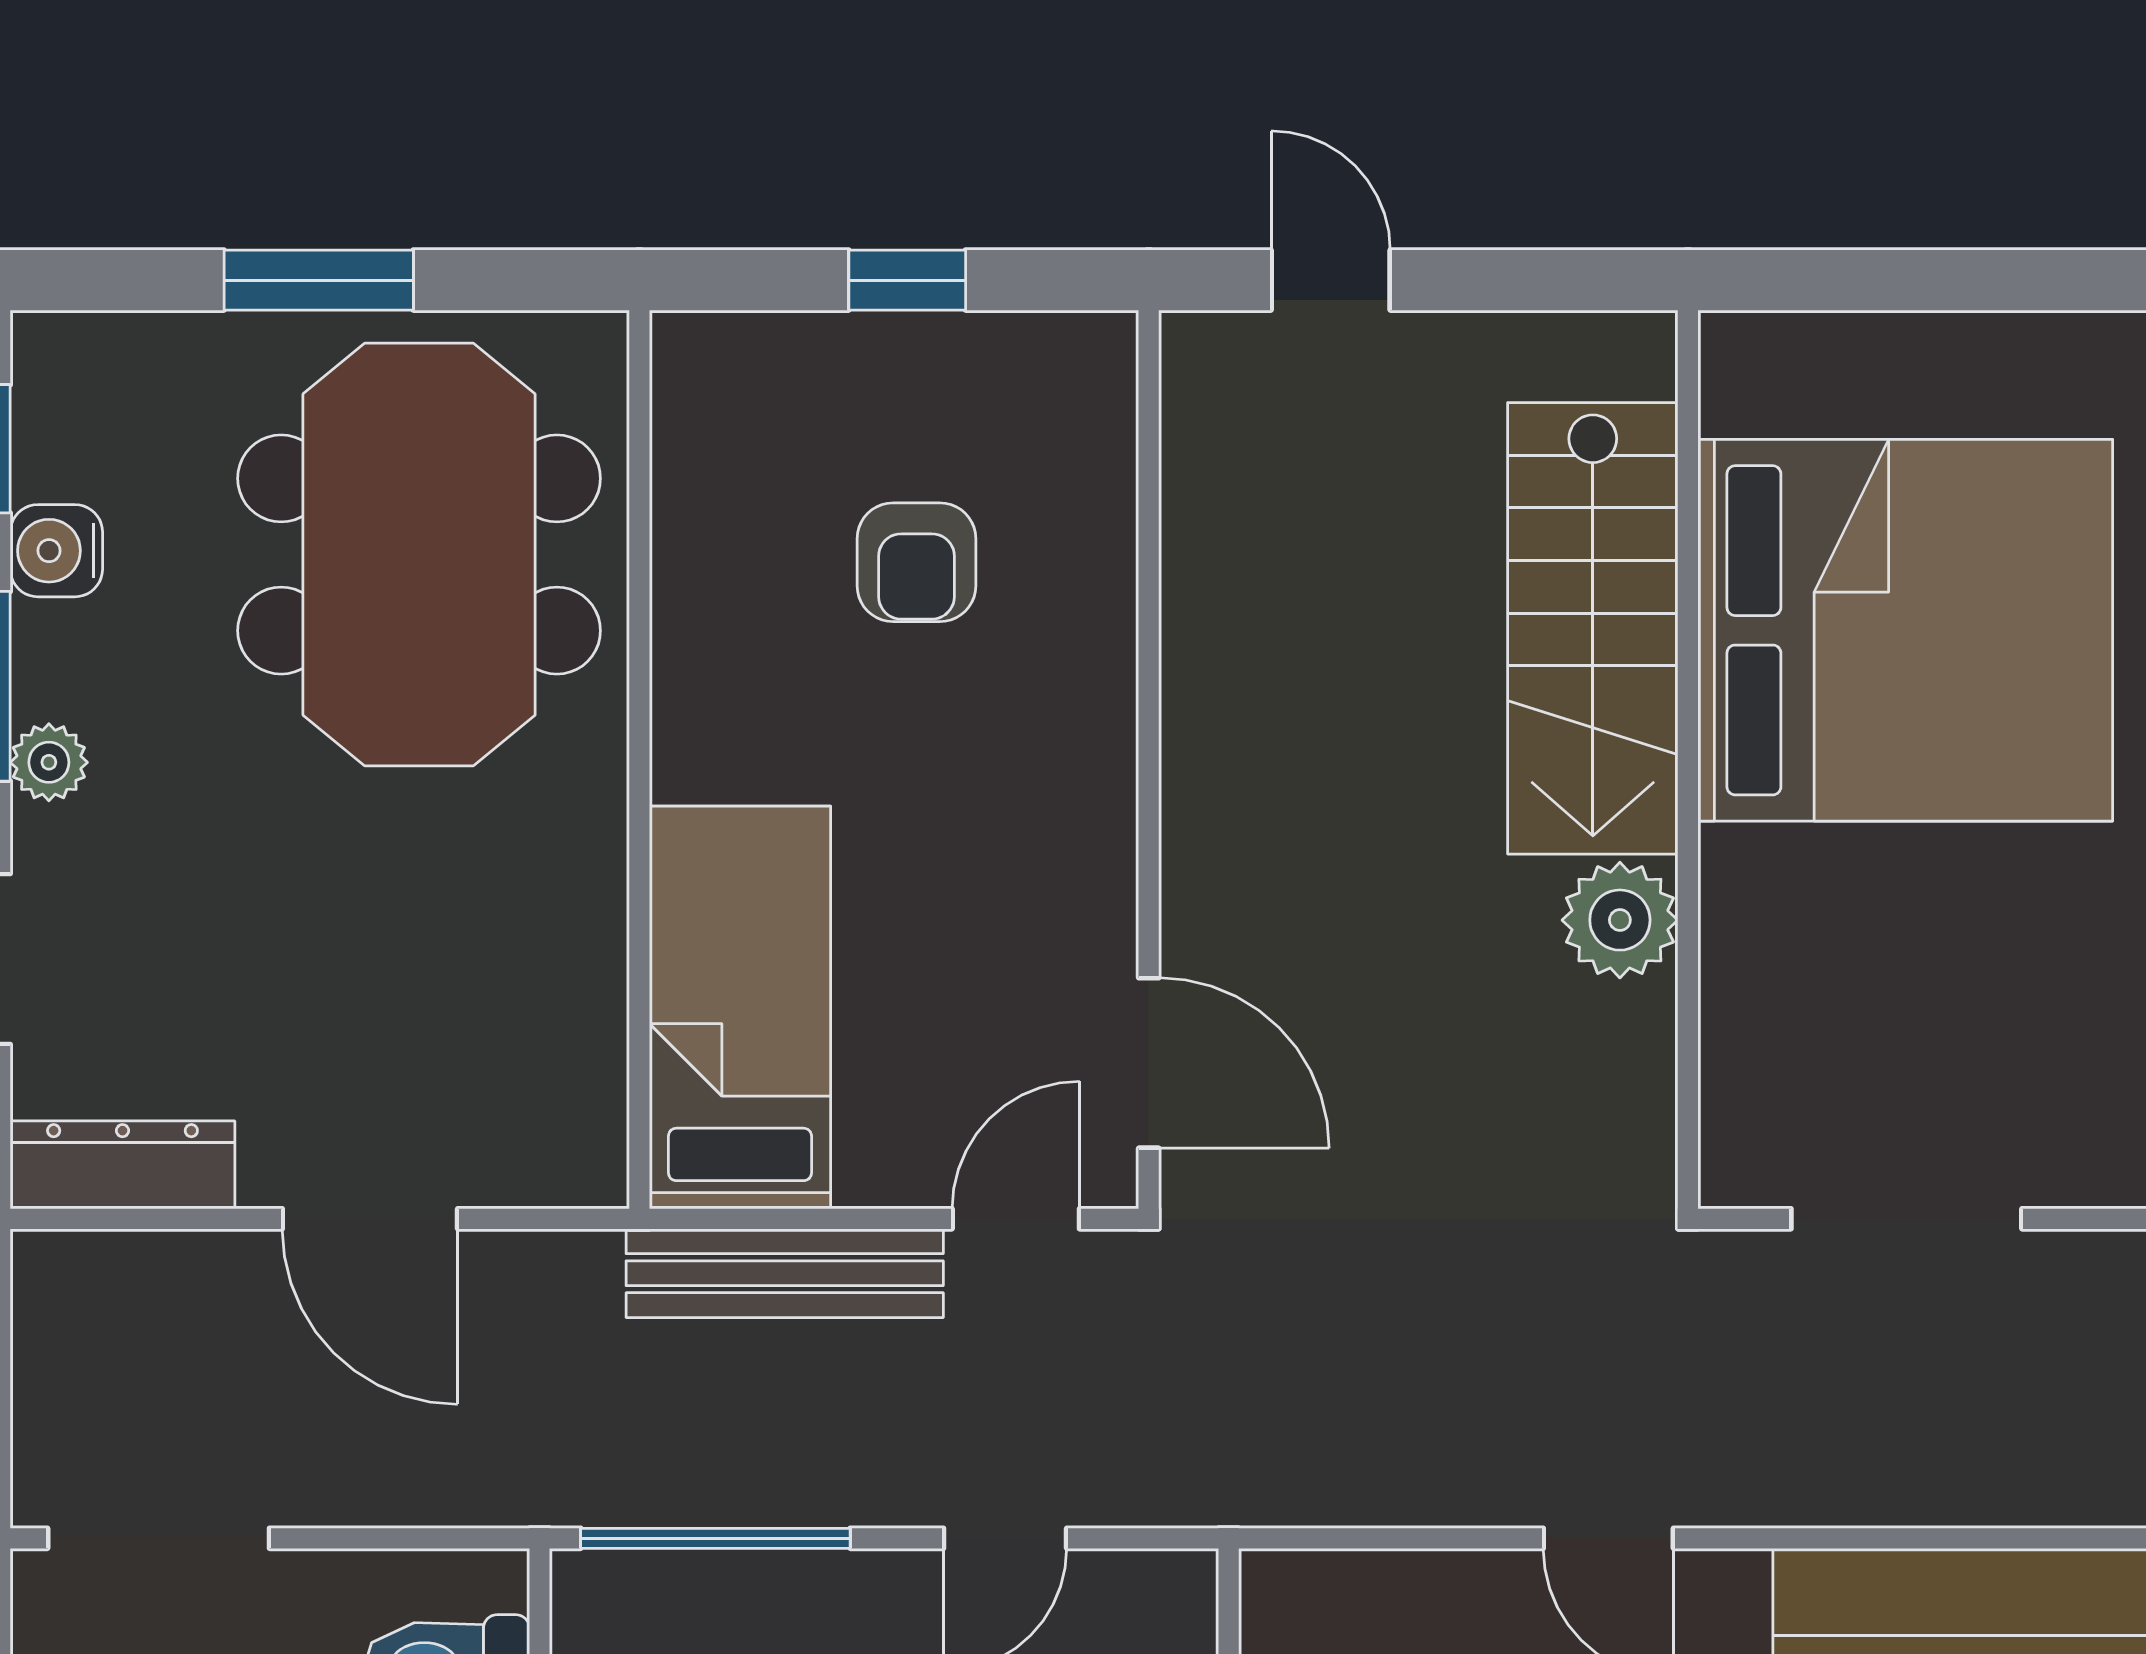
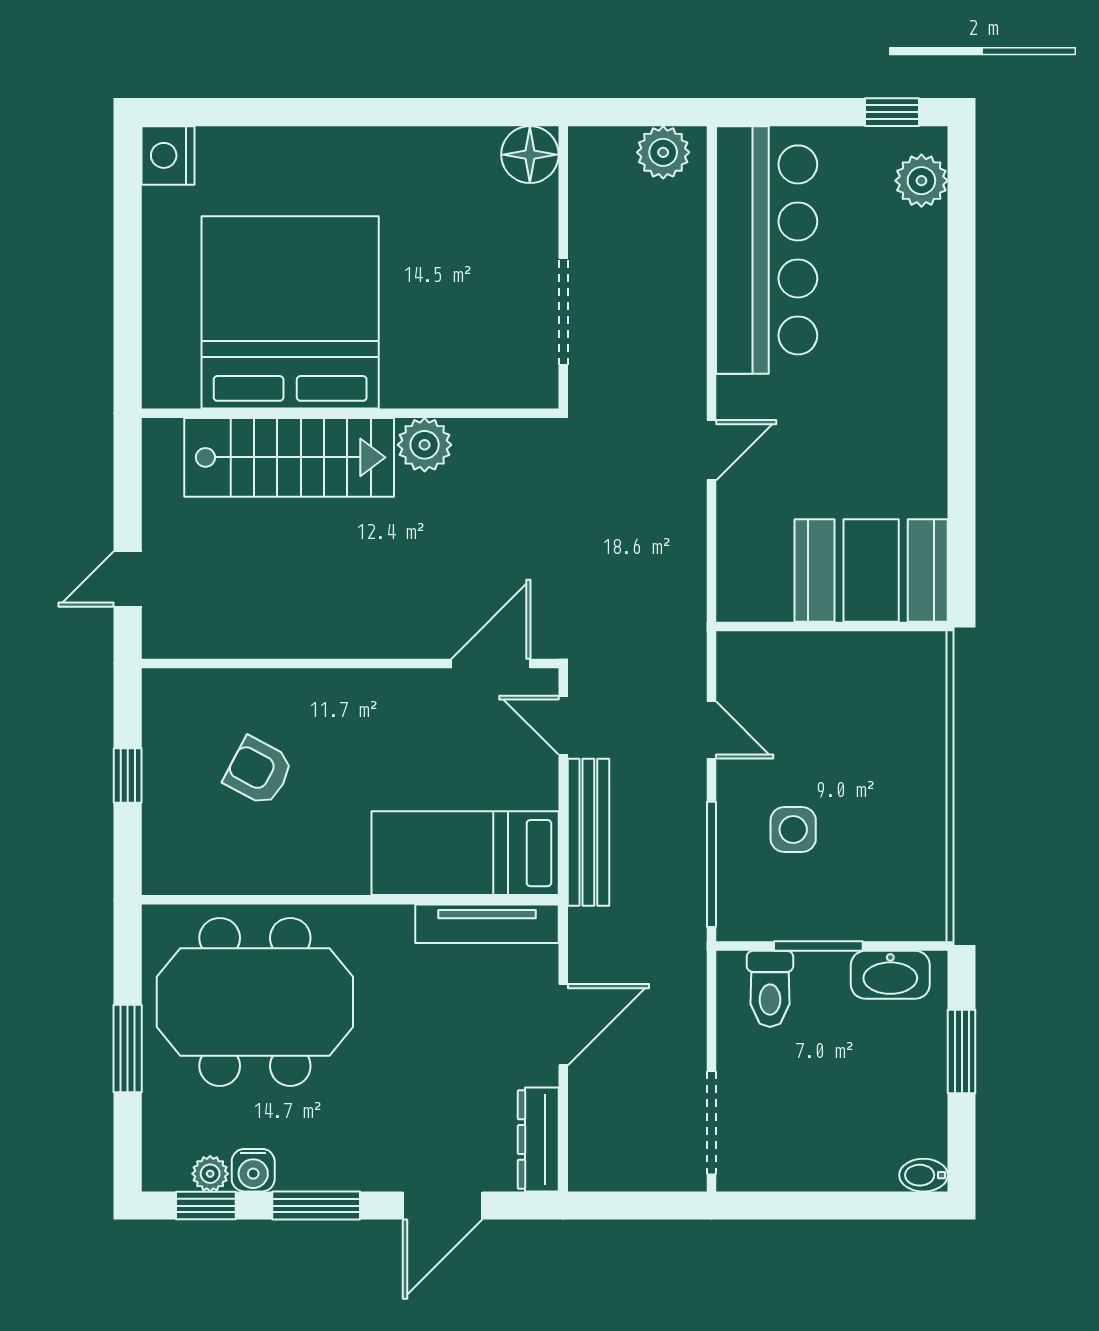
armchair: (916, 562) -> (259, 771), turned -152
plant: (49, 762) -> (210, 1174), moved
tv unit: (588, 1055) -> (487, 924), added

